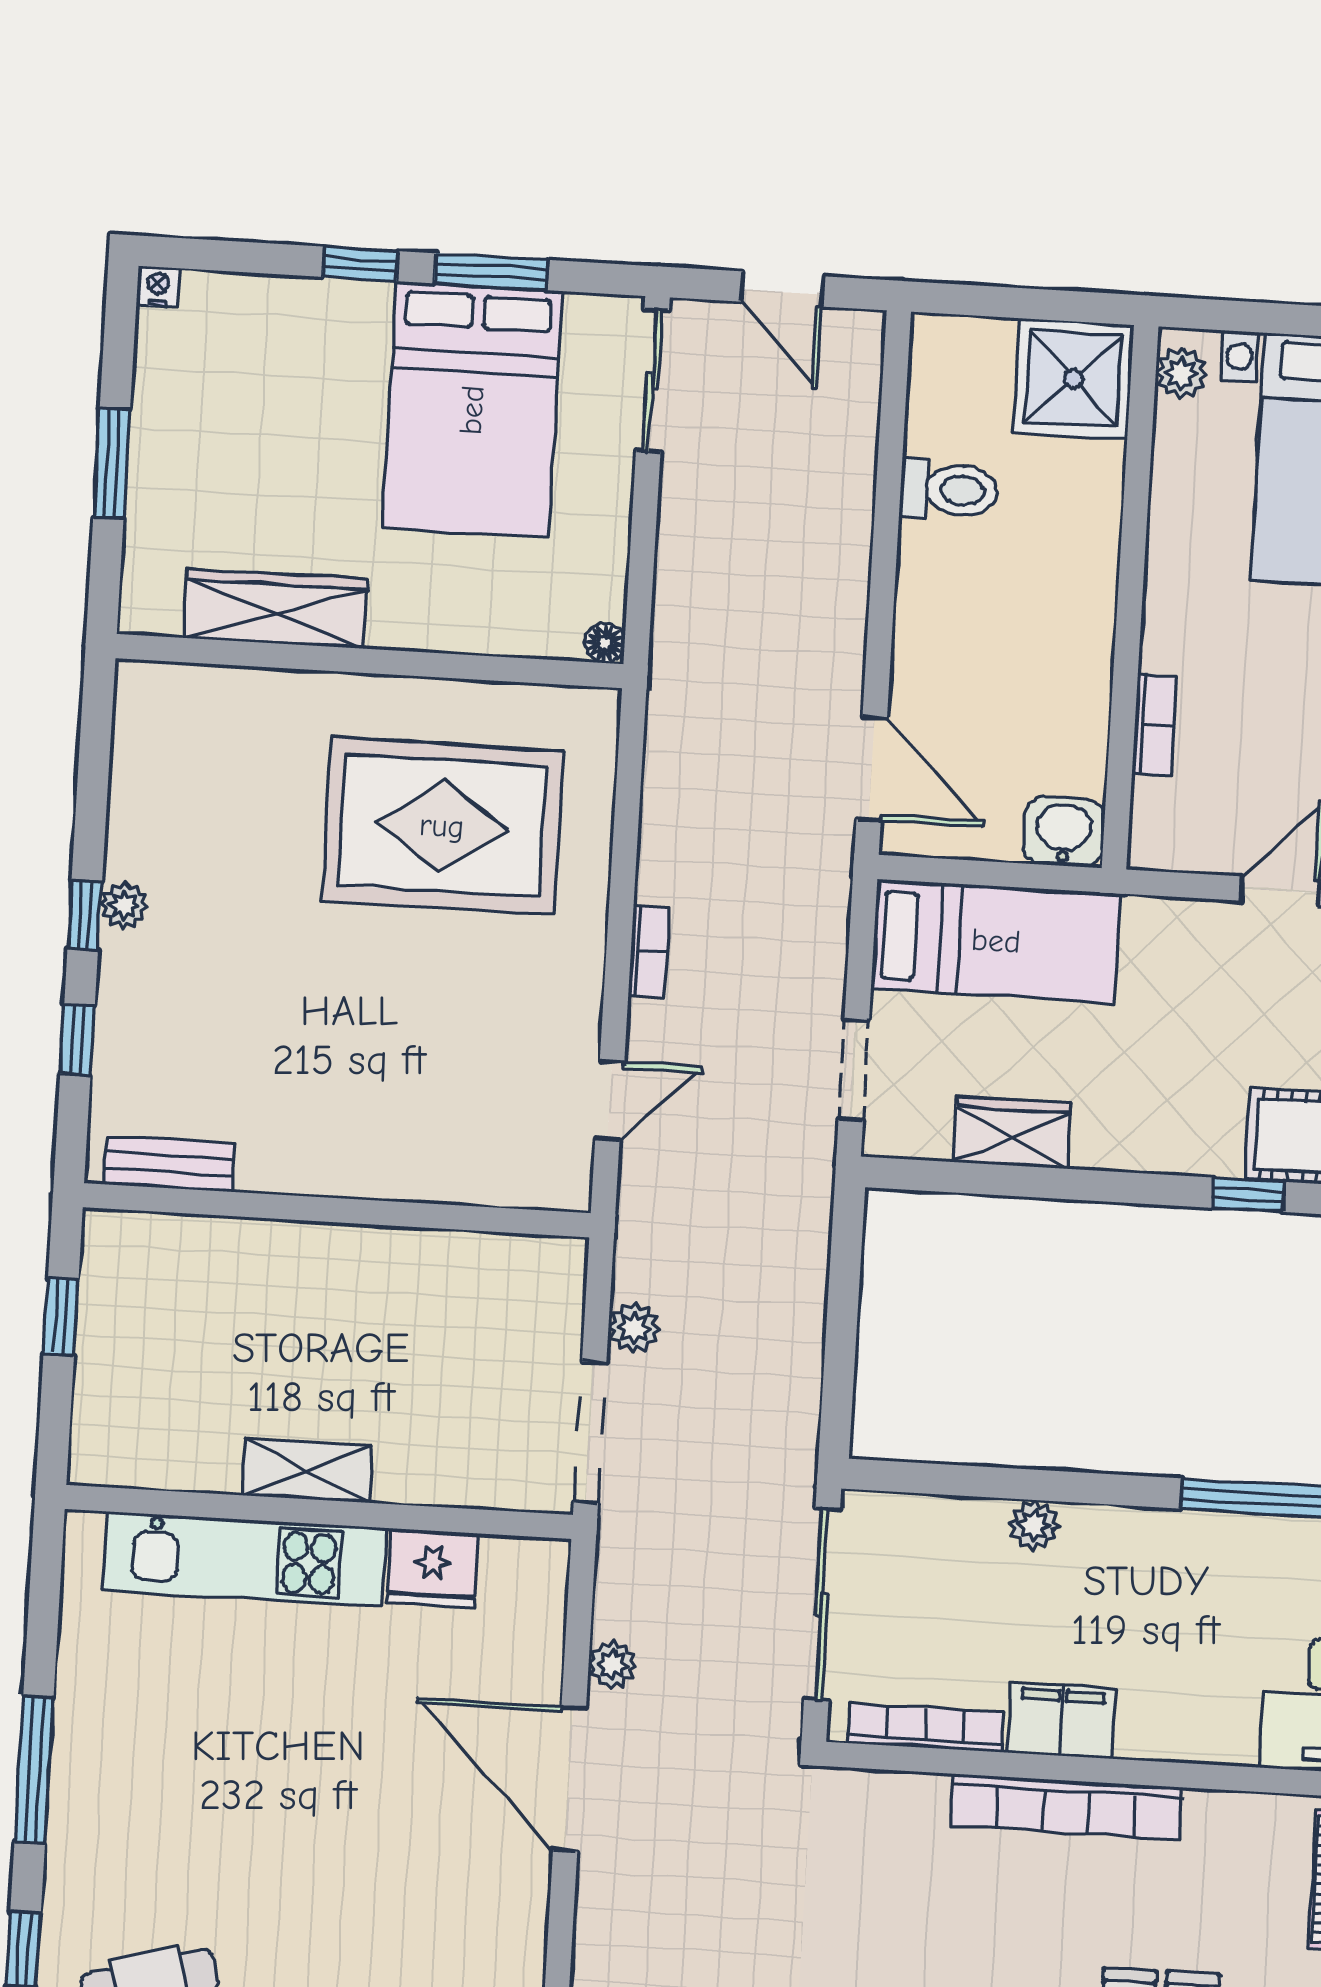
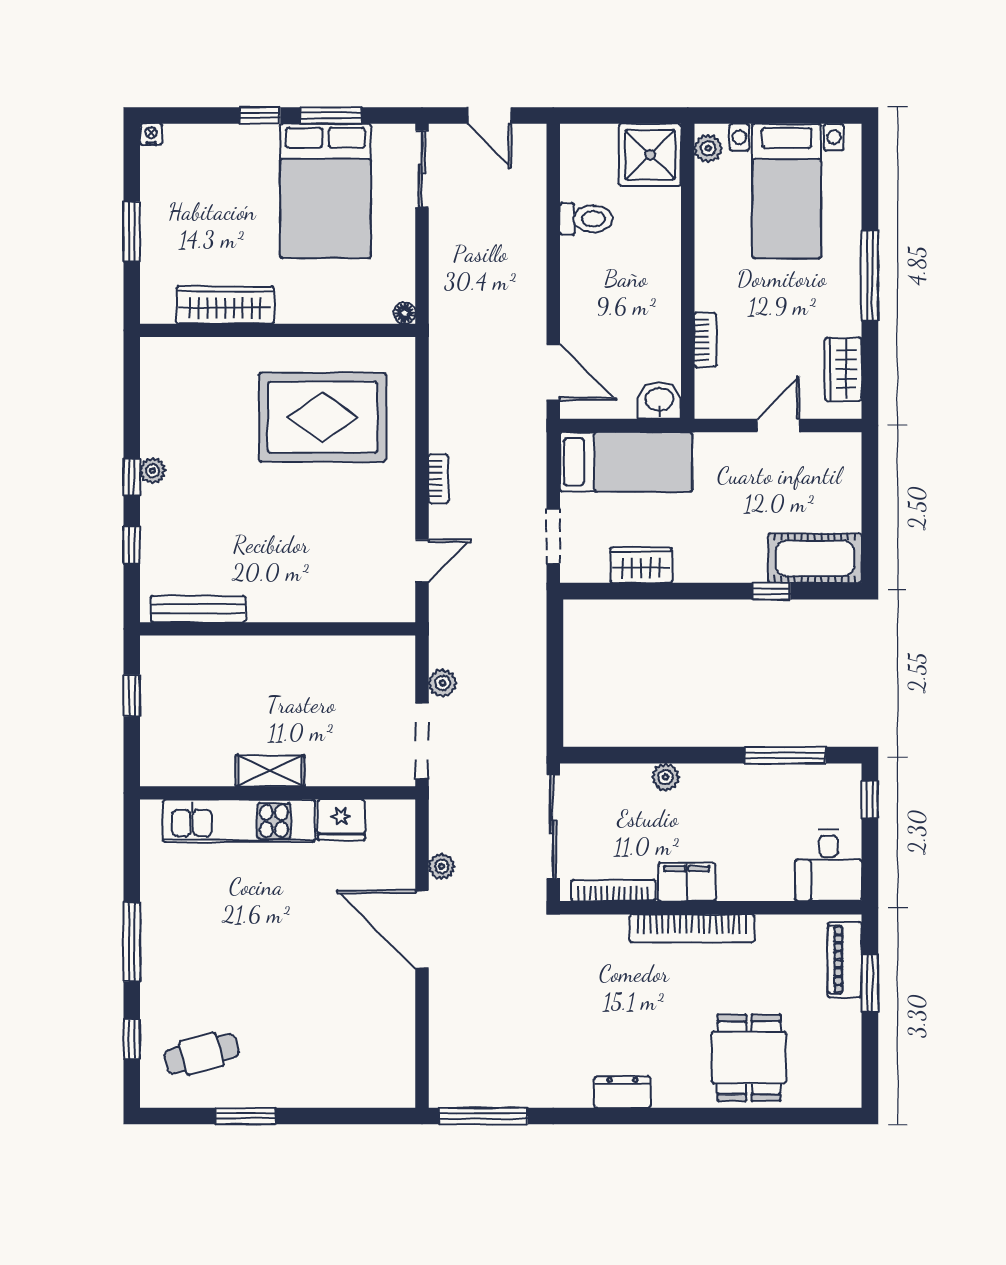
bench: (169, 1164) -> (198, 609), width x1.36

